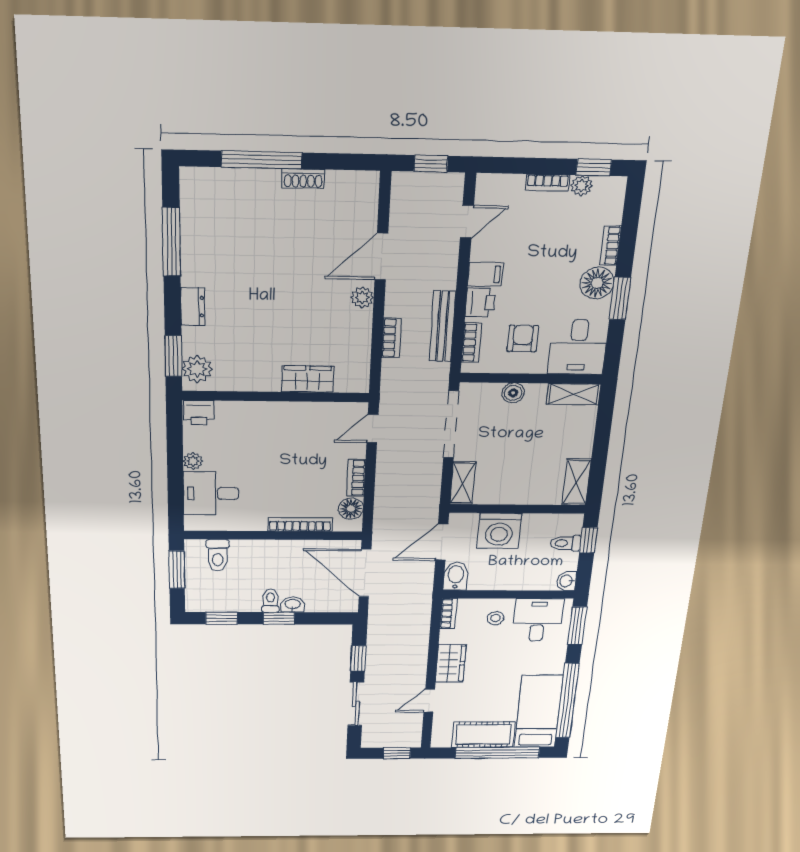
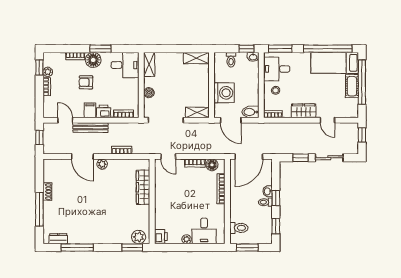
dresser: (193, 307) -> (58, 239), moved
bench: (442, 326) -> (90, 128), moved
armchair: (523, 338) -> (86, 82), moved
wardrobe: (307, 379) -> (143, 187), width x1.50
window: (588, 540) -> (246, 49), moved
cot: (483, 735) -> (352, 86), width x0.73, depth x0.75

